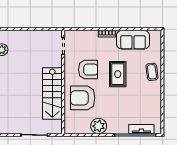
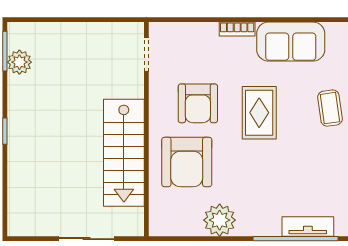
armchair: (88, 70) -> (198, 103), turned 90
armchair: (83, 98) -> (187, 162), turned -90

